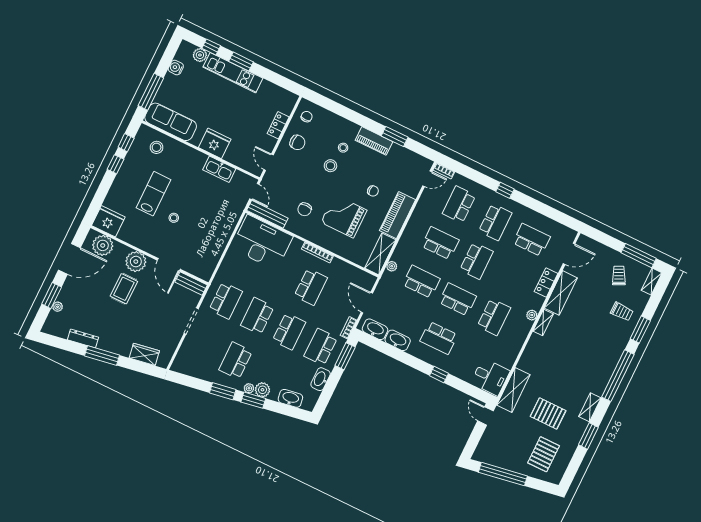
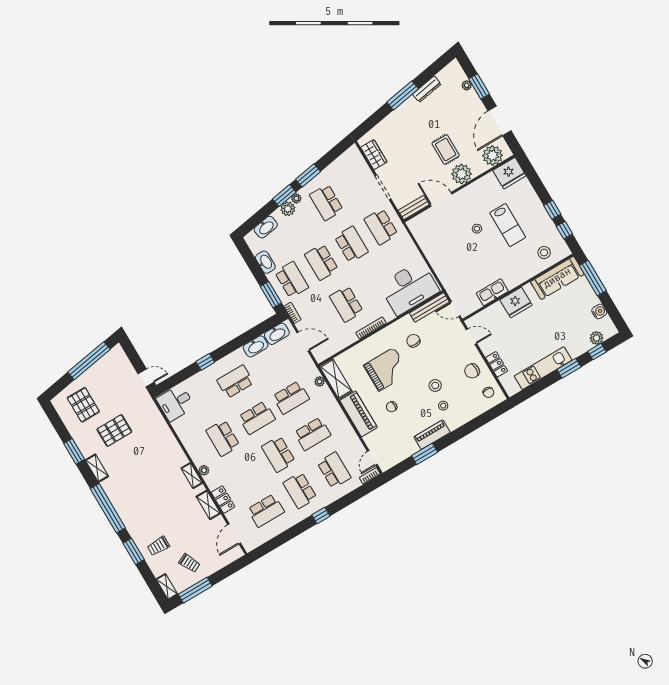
kitchen unit: (233, 73) -> (543, 368), moved
shelving: (561, 293) -> (208, 505), width x0.67, depth x0.75
wardrobe: (144, 354) -> (374, 155), moved, turned -80
school desk: (236, 361) -> (326, 202), turned 180
shelving: (513, 390) -> (152, 415), removed

